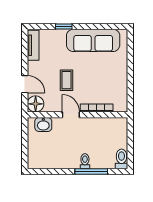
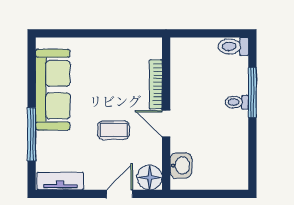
window: (64, 26) -> (32, 134), width x2.17
door: (71, 115) -> (166, 124), hinge flipped

